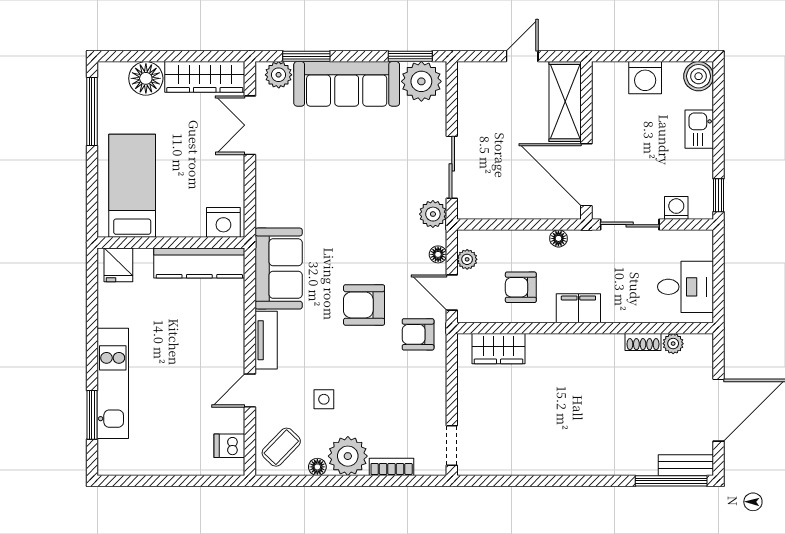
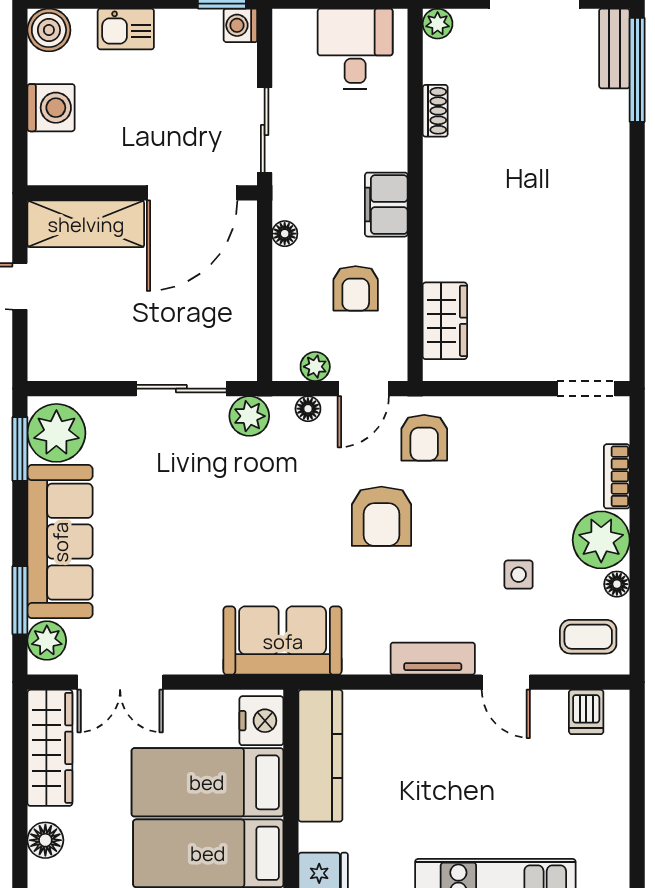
floor lamp: (146, 78) -> (45, 840), width x0.73, depth x0.73
bed: (181, 185) -> (207, 782), added
washing machine: (676, 208) -> (240, 25), moved
sofa: (279, 269) -> (283, 641), moved
plant: (673, 344) -> (438, 24), moved
coffee table: (281, 447) -> (588, 637), turned -44

